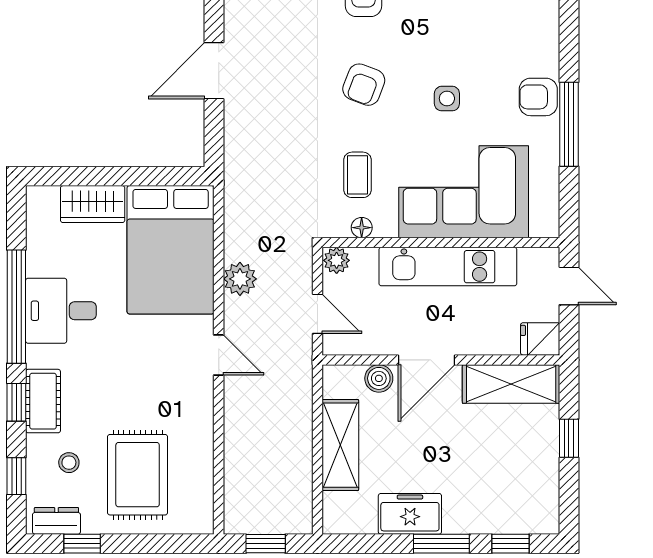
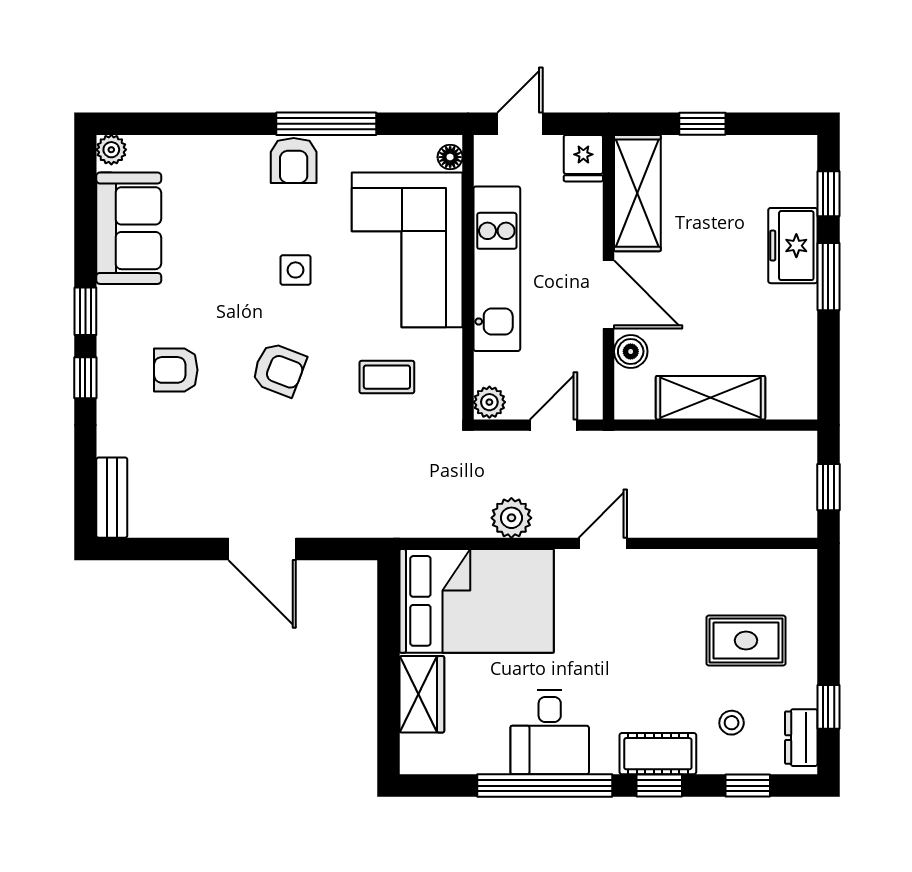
floor lamp: (362, 228) -> (450, 157), moved
rug: (138, 475) -> (746, 640), width x0.73, depth x0.70
freezer: (410, 514) -> (793, 246), moved

